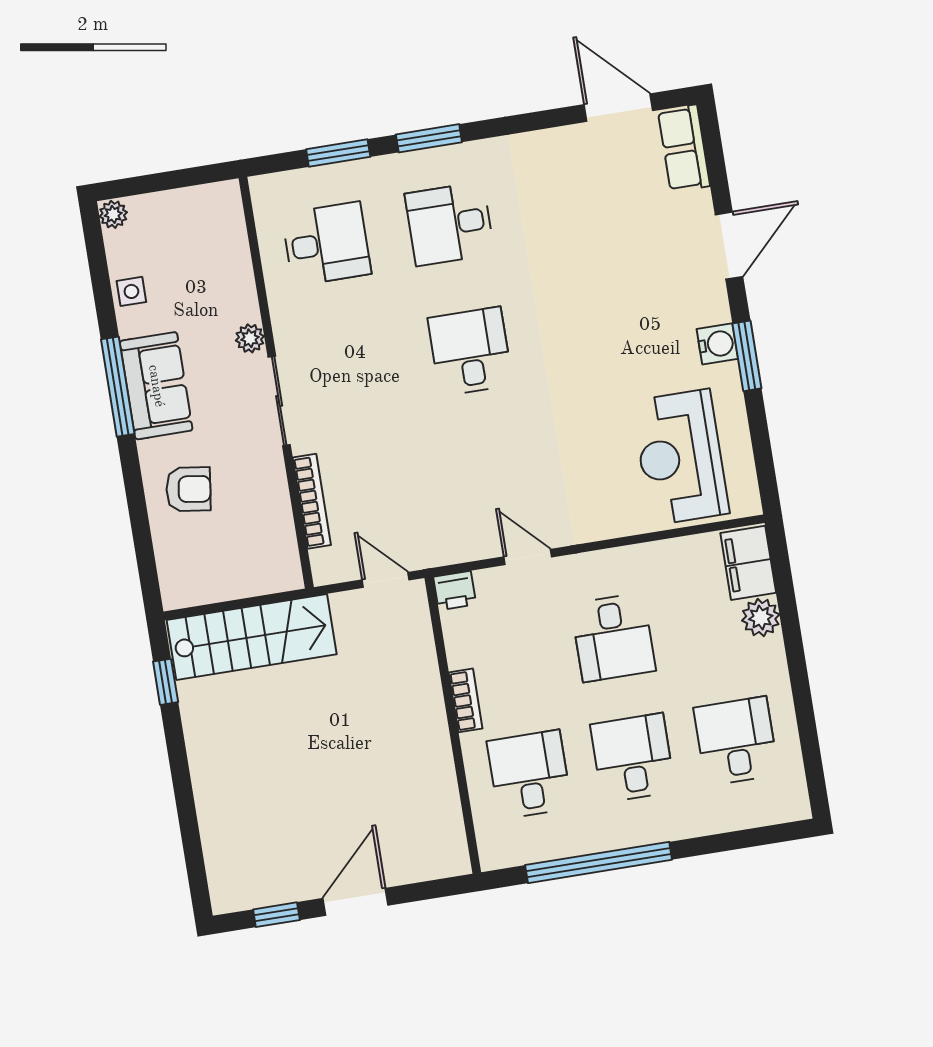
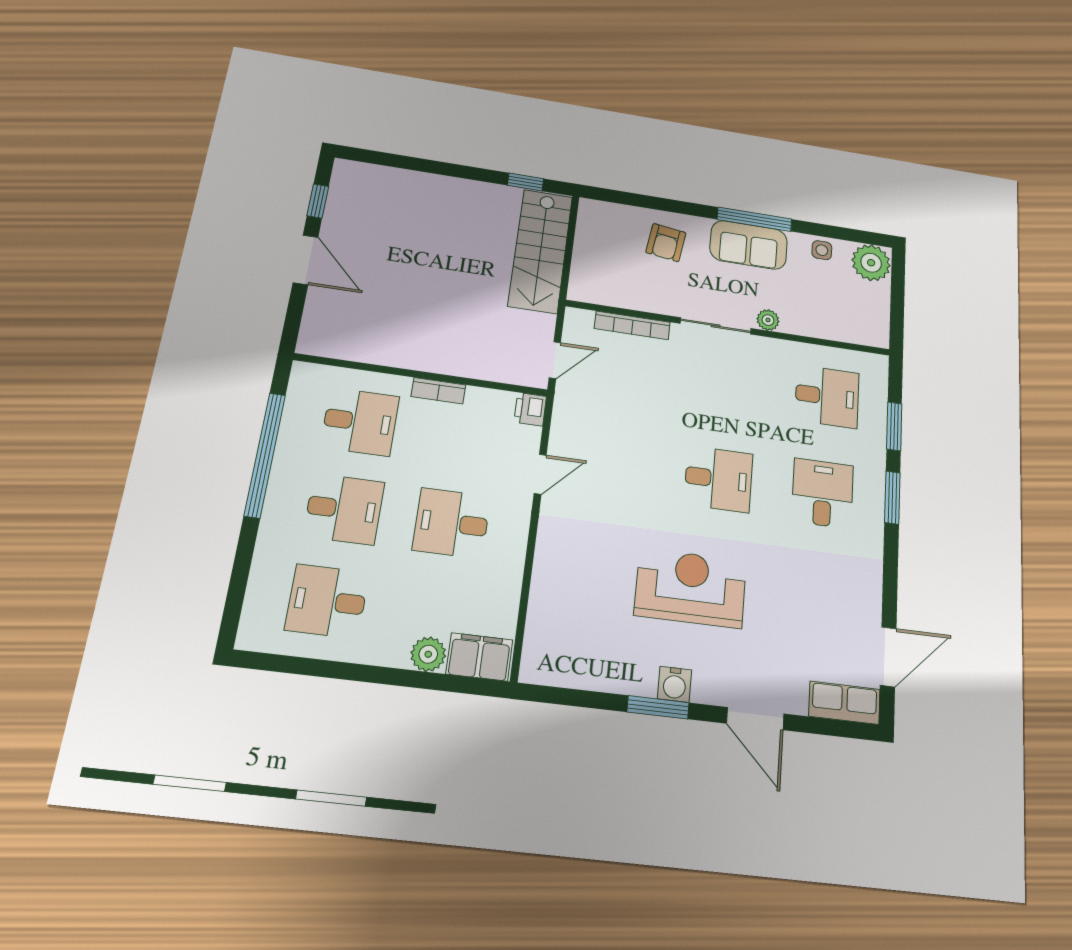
plant: (113, 214) -> (871, 263), width x1.88, depth x1.88
desk: (326, 244) -> (827, 397), turned -90
reception desk: (680, 457) -> (691, 588), moved
desk: (736, 741) -> (327, 601), turned 180

